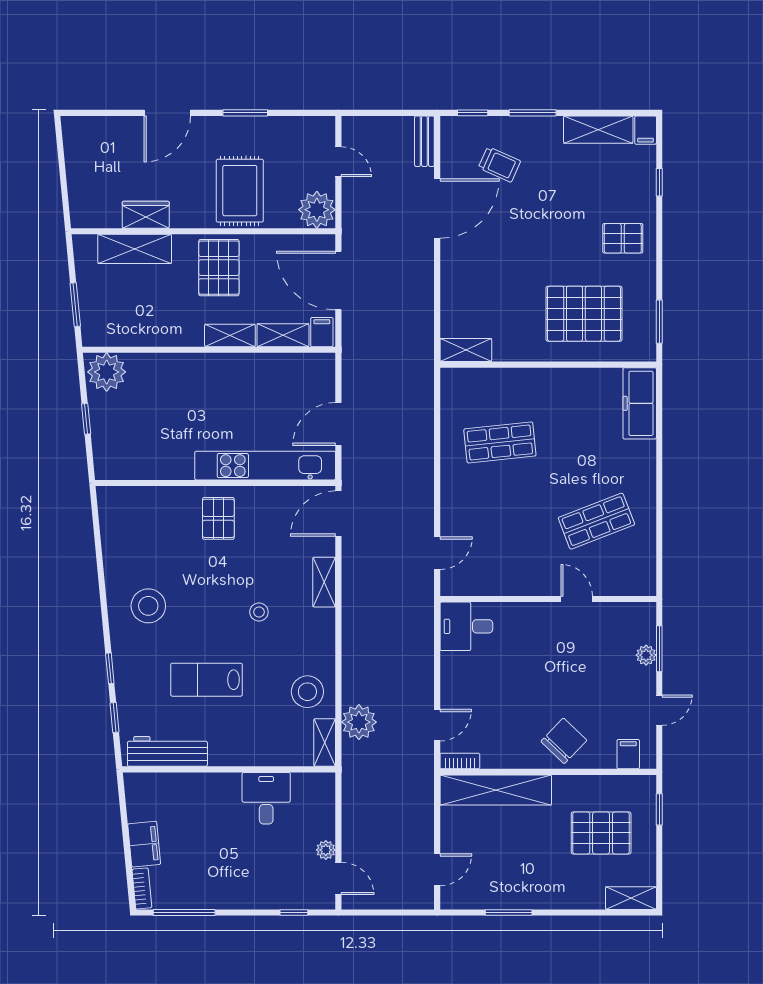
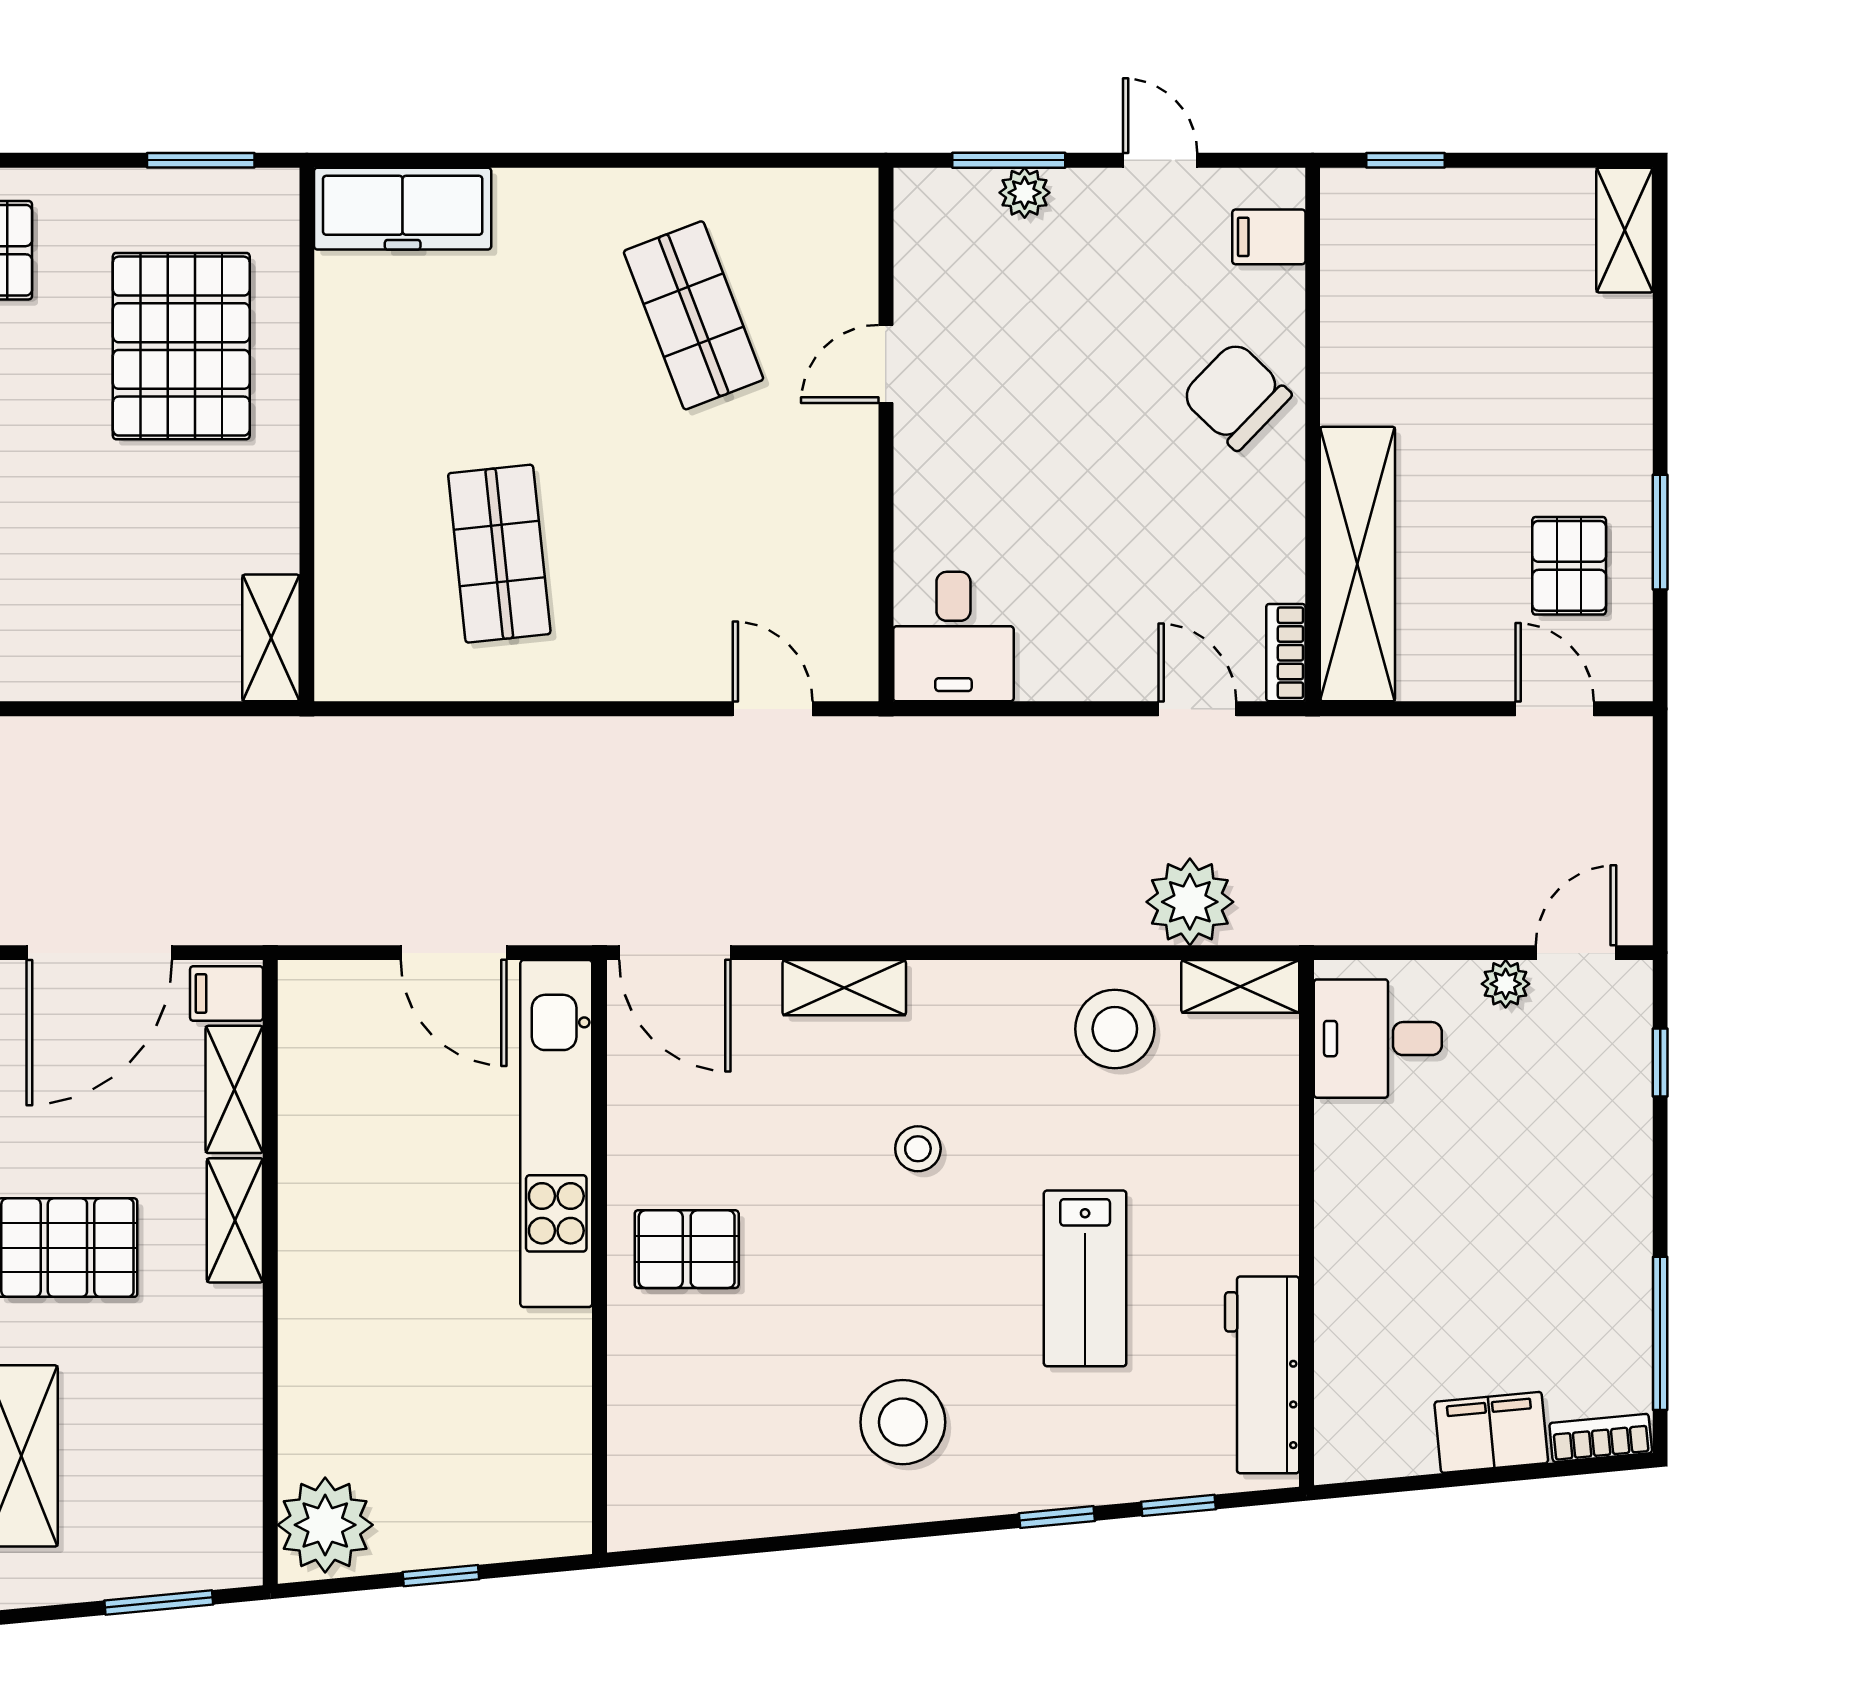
desk: (266, 798) -> (1378, 1039), moved
pallet: (601, 833) -> (1569, 566), moved, width x0.67, depth x0.71

